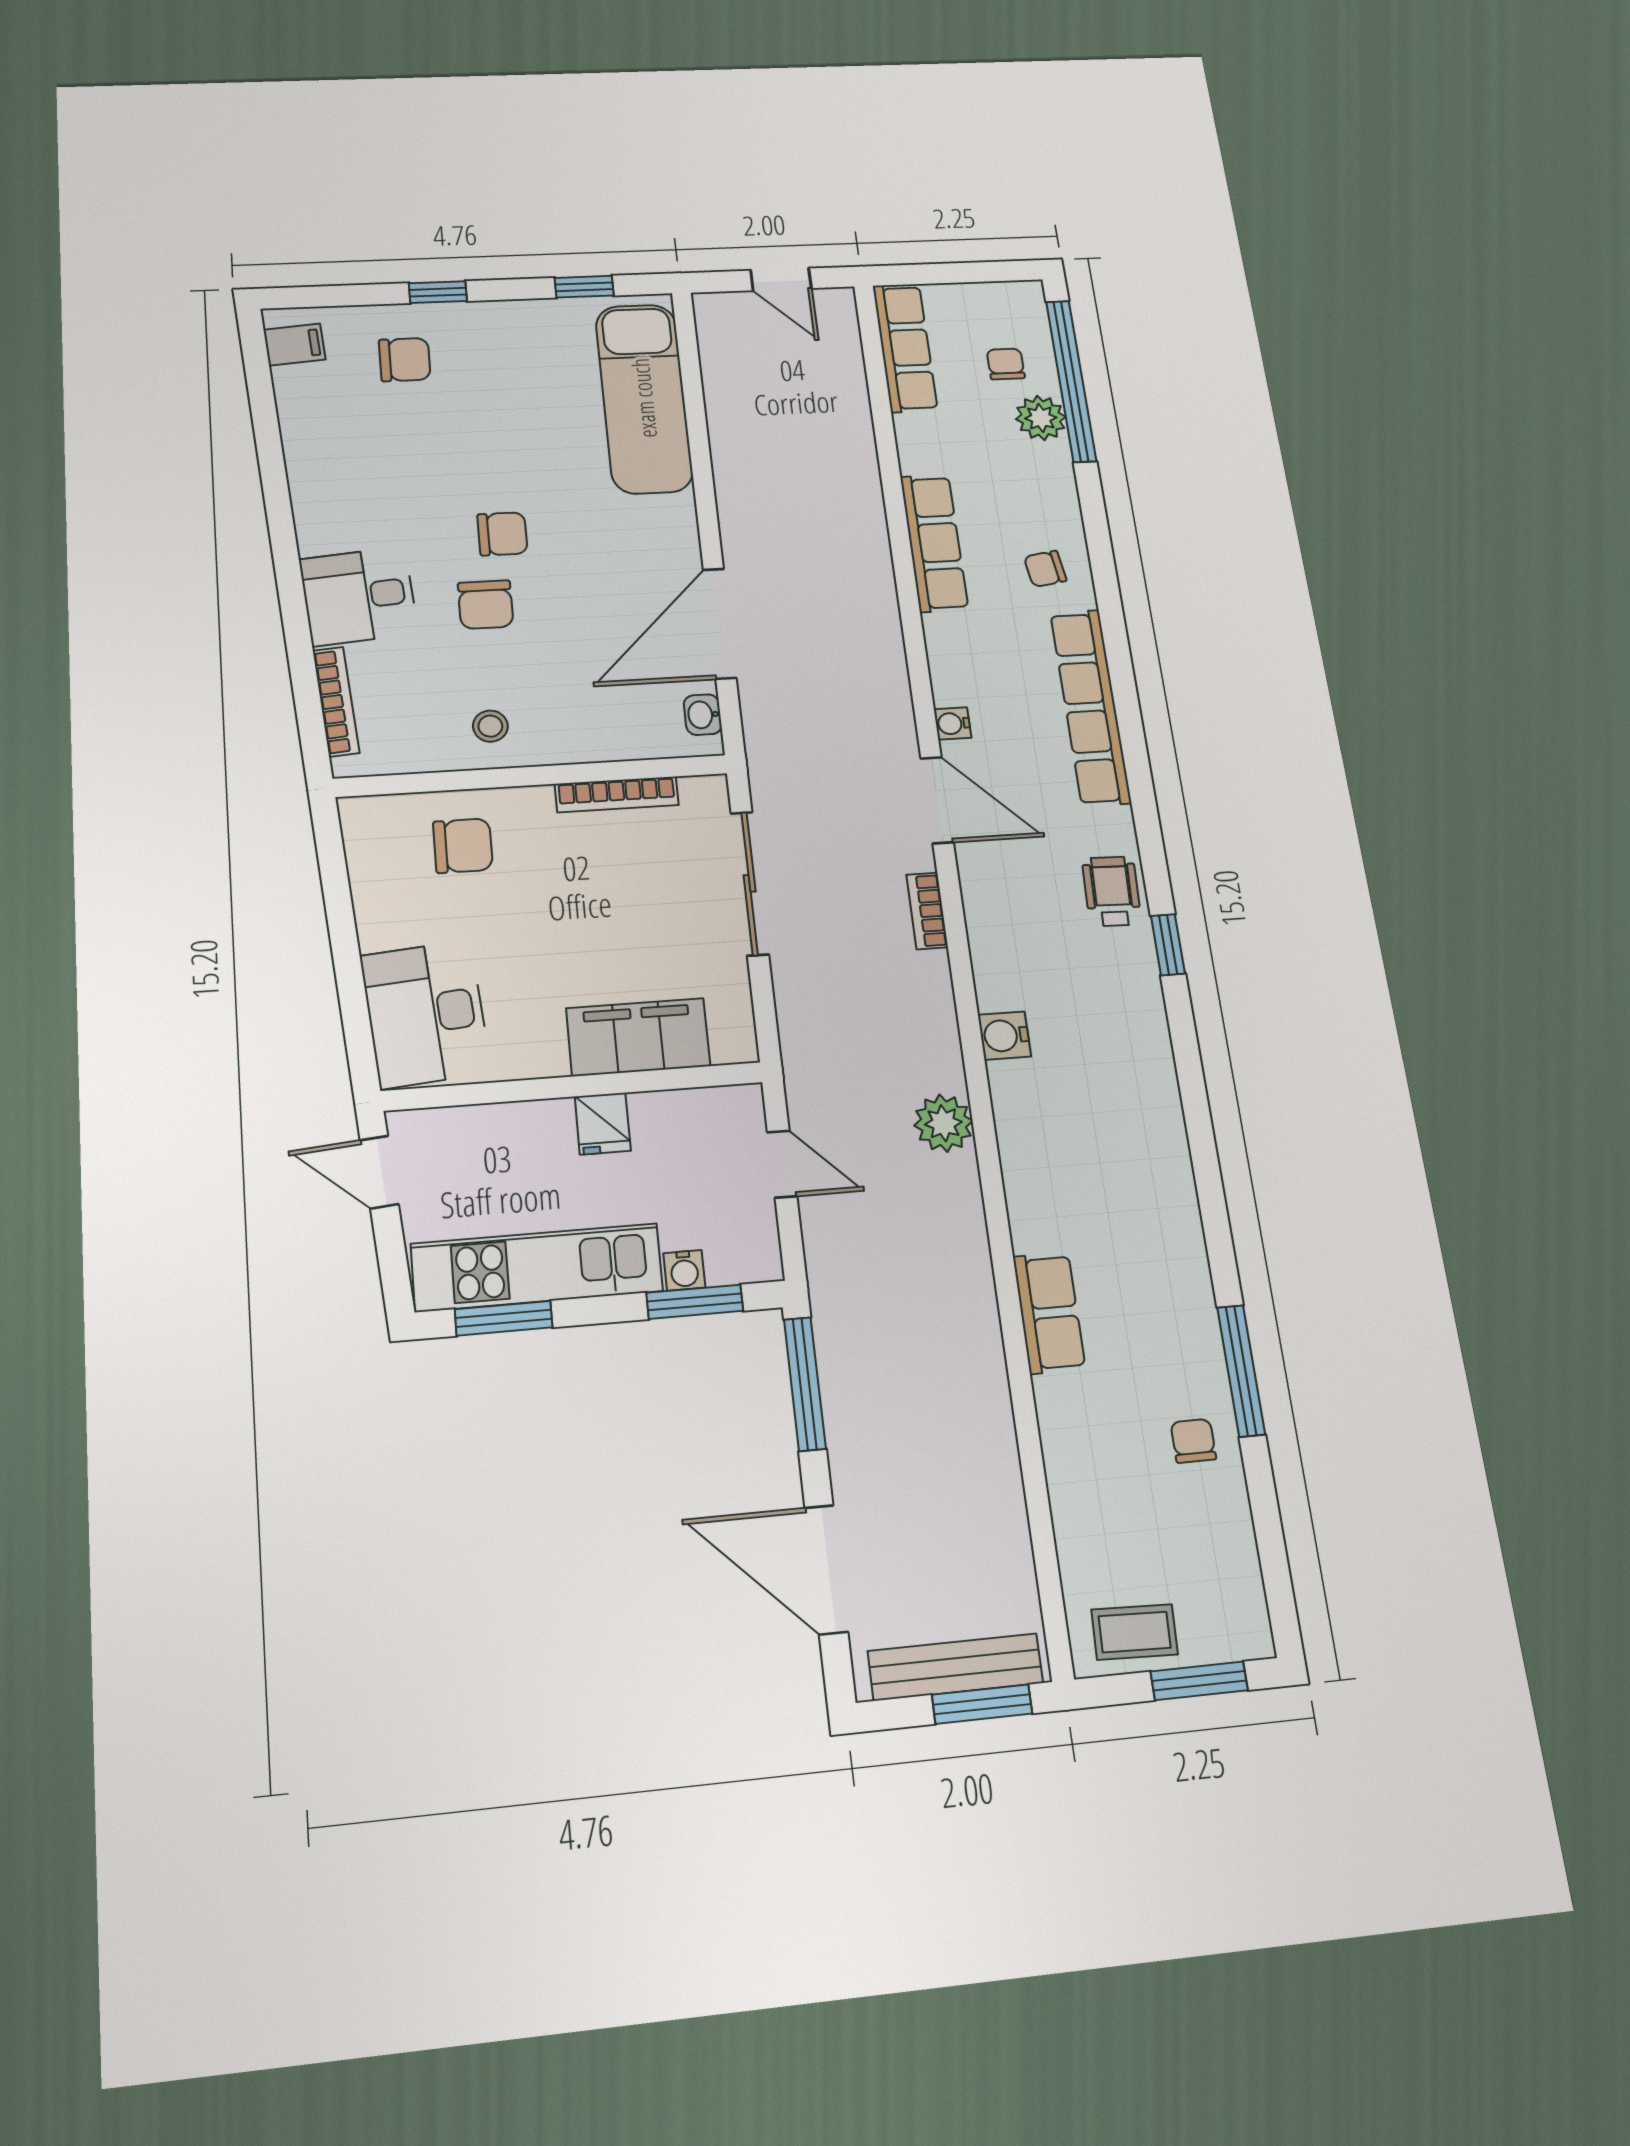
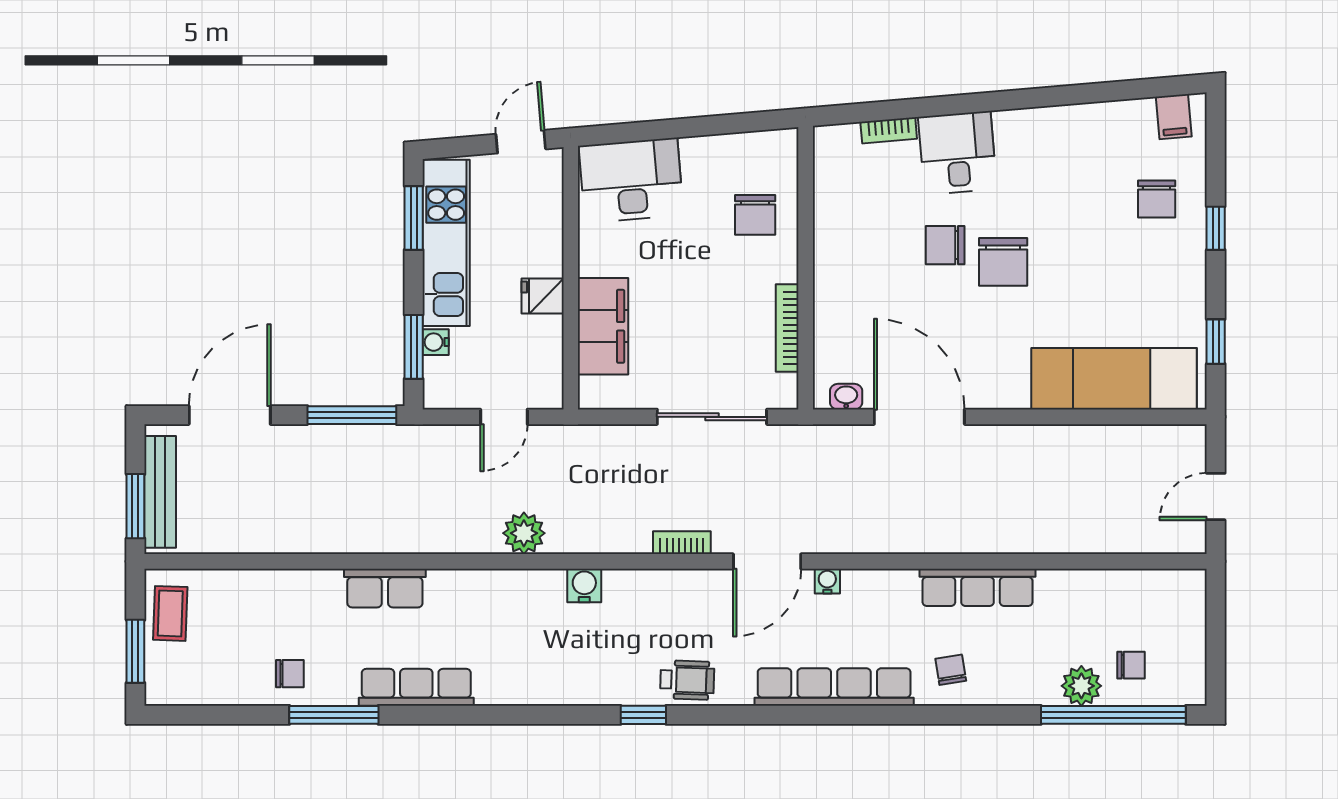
row of seats: (905, 348) -> (416, 687), moved, turned 180
chair: (502, 534) -> (1003, 262), width x1.37, depth x1.37
bookcase: (336, 702) -> (889, 130), width x0.64
stool: (490, 726) -> (847, 241), removed

